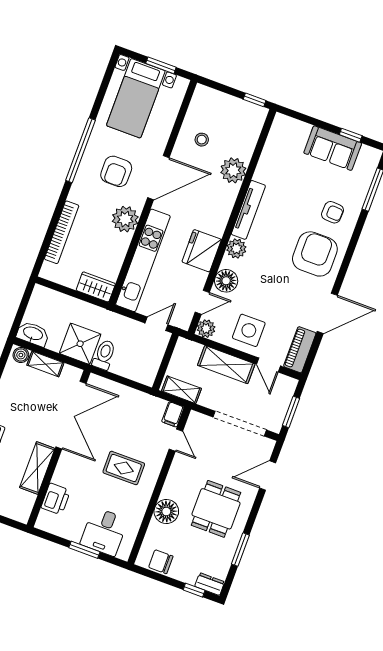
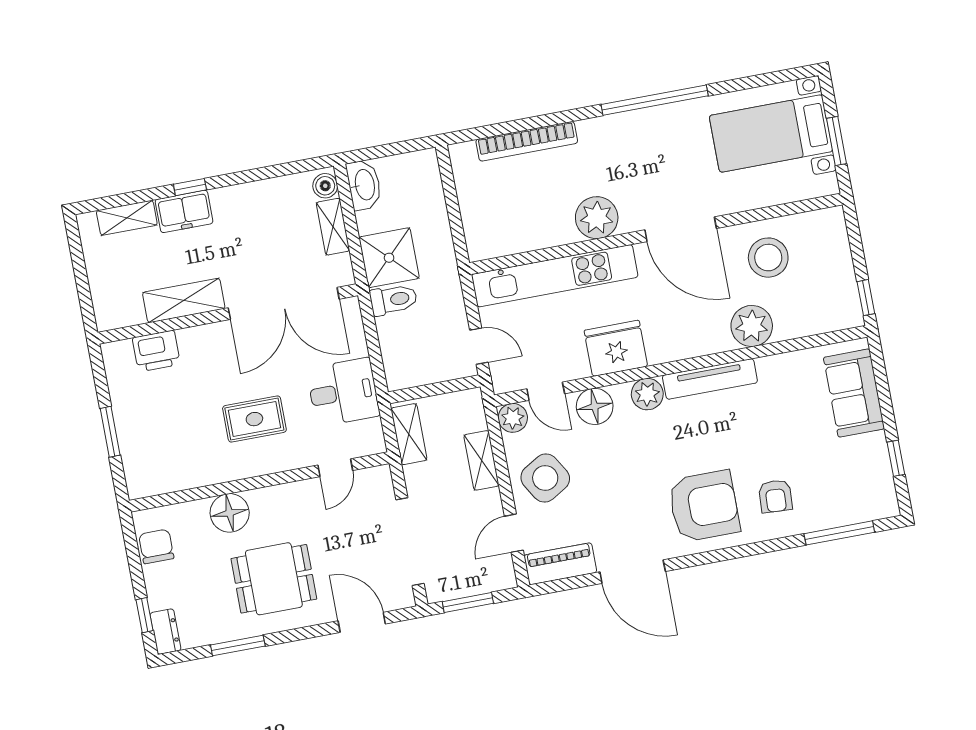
stool: (202, 140) -> (768, 258), width x1.89, depth x1.89
sofa: (333, 148) -> (854, 393), moved
armchair: (116, 171) -> (655, 166), removed
wardrobe: (96, 287) -> (480, 233), removed
side table: (249, 330) -> (545, 478), turned -31
shelving: (226, 365) -> (481, 460), width x0.67, depth x0.75
filing cabinet: (173, 414) -> (368, 443), removed
rug: (124, 468) -> (254, 419), turned 90
desk: (104, 532) -> (343, 392), moved, turned 180

